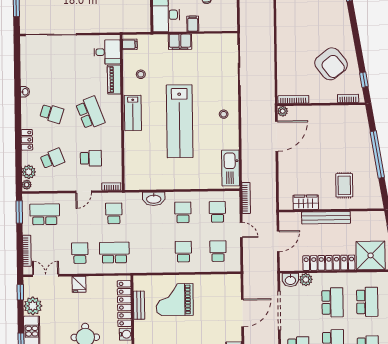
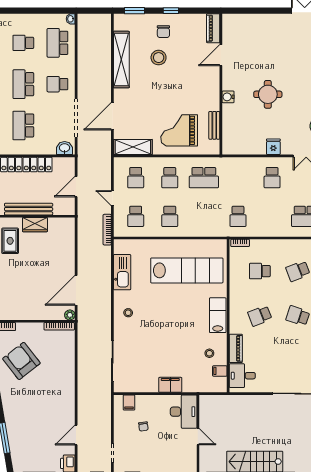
filing cabinet: (193, 24) -> (129, 402), moved
filing cabinet: (130, 44) -> (220, 371), moved
school desk: (90, 113) -> (260, 316), width x0.54
lab bench: (180, 121) -> (187, 270), moved, turned 90
kitchen sink: (231, 168) -> (122, 272), moved
door: (84, 192) -> (268, 238), removed
washbasin: (154, 199) -> (198, 230), removed
wardrobe: (306, 202) -> (35, 225), moved
school desk: (114, 253) -> (204, 178), moved
plant: (306, 280) -> (49, 148), removed
shelving: (221, 282) -> (133, 147), added
grand piano: (175, 300) -> (179, 130), turned 180
locker: (124, 304) -> (229, 127), removed

